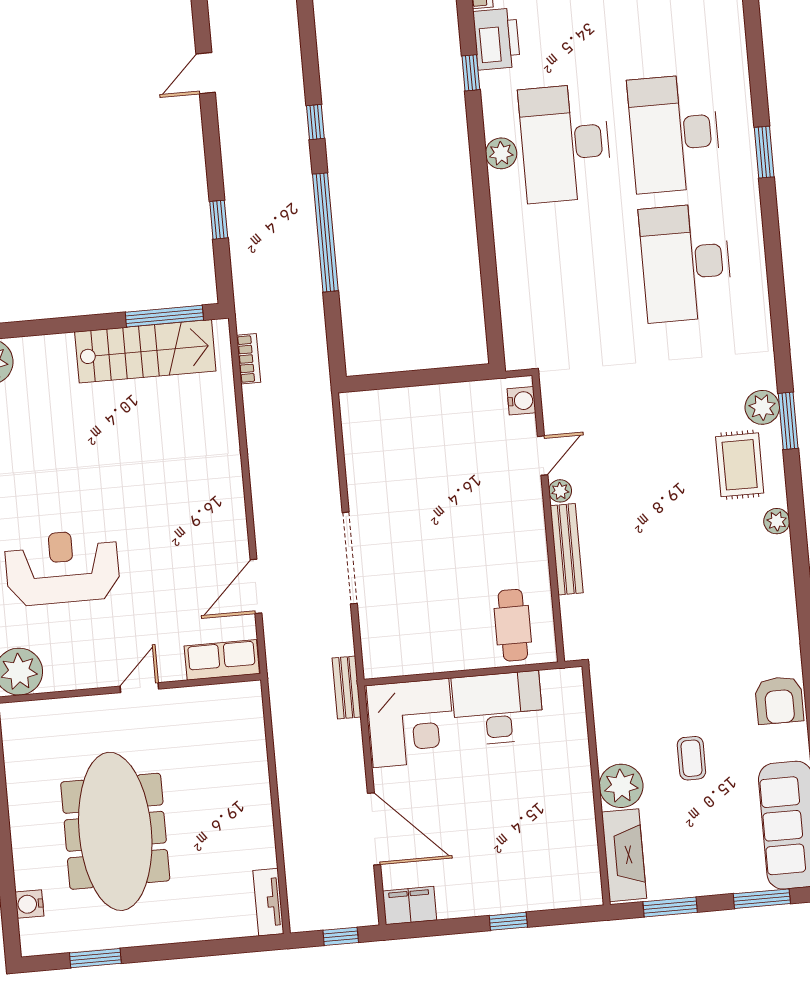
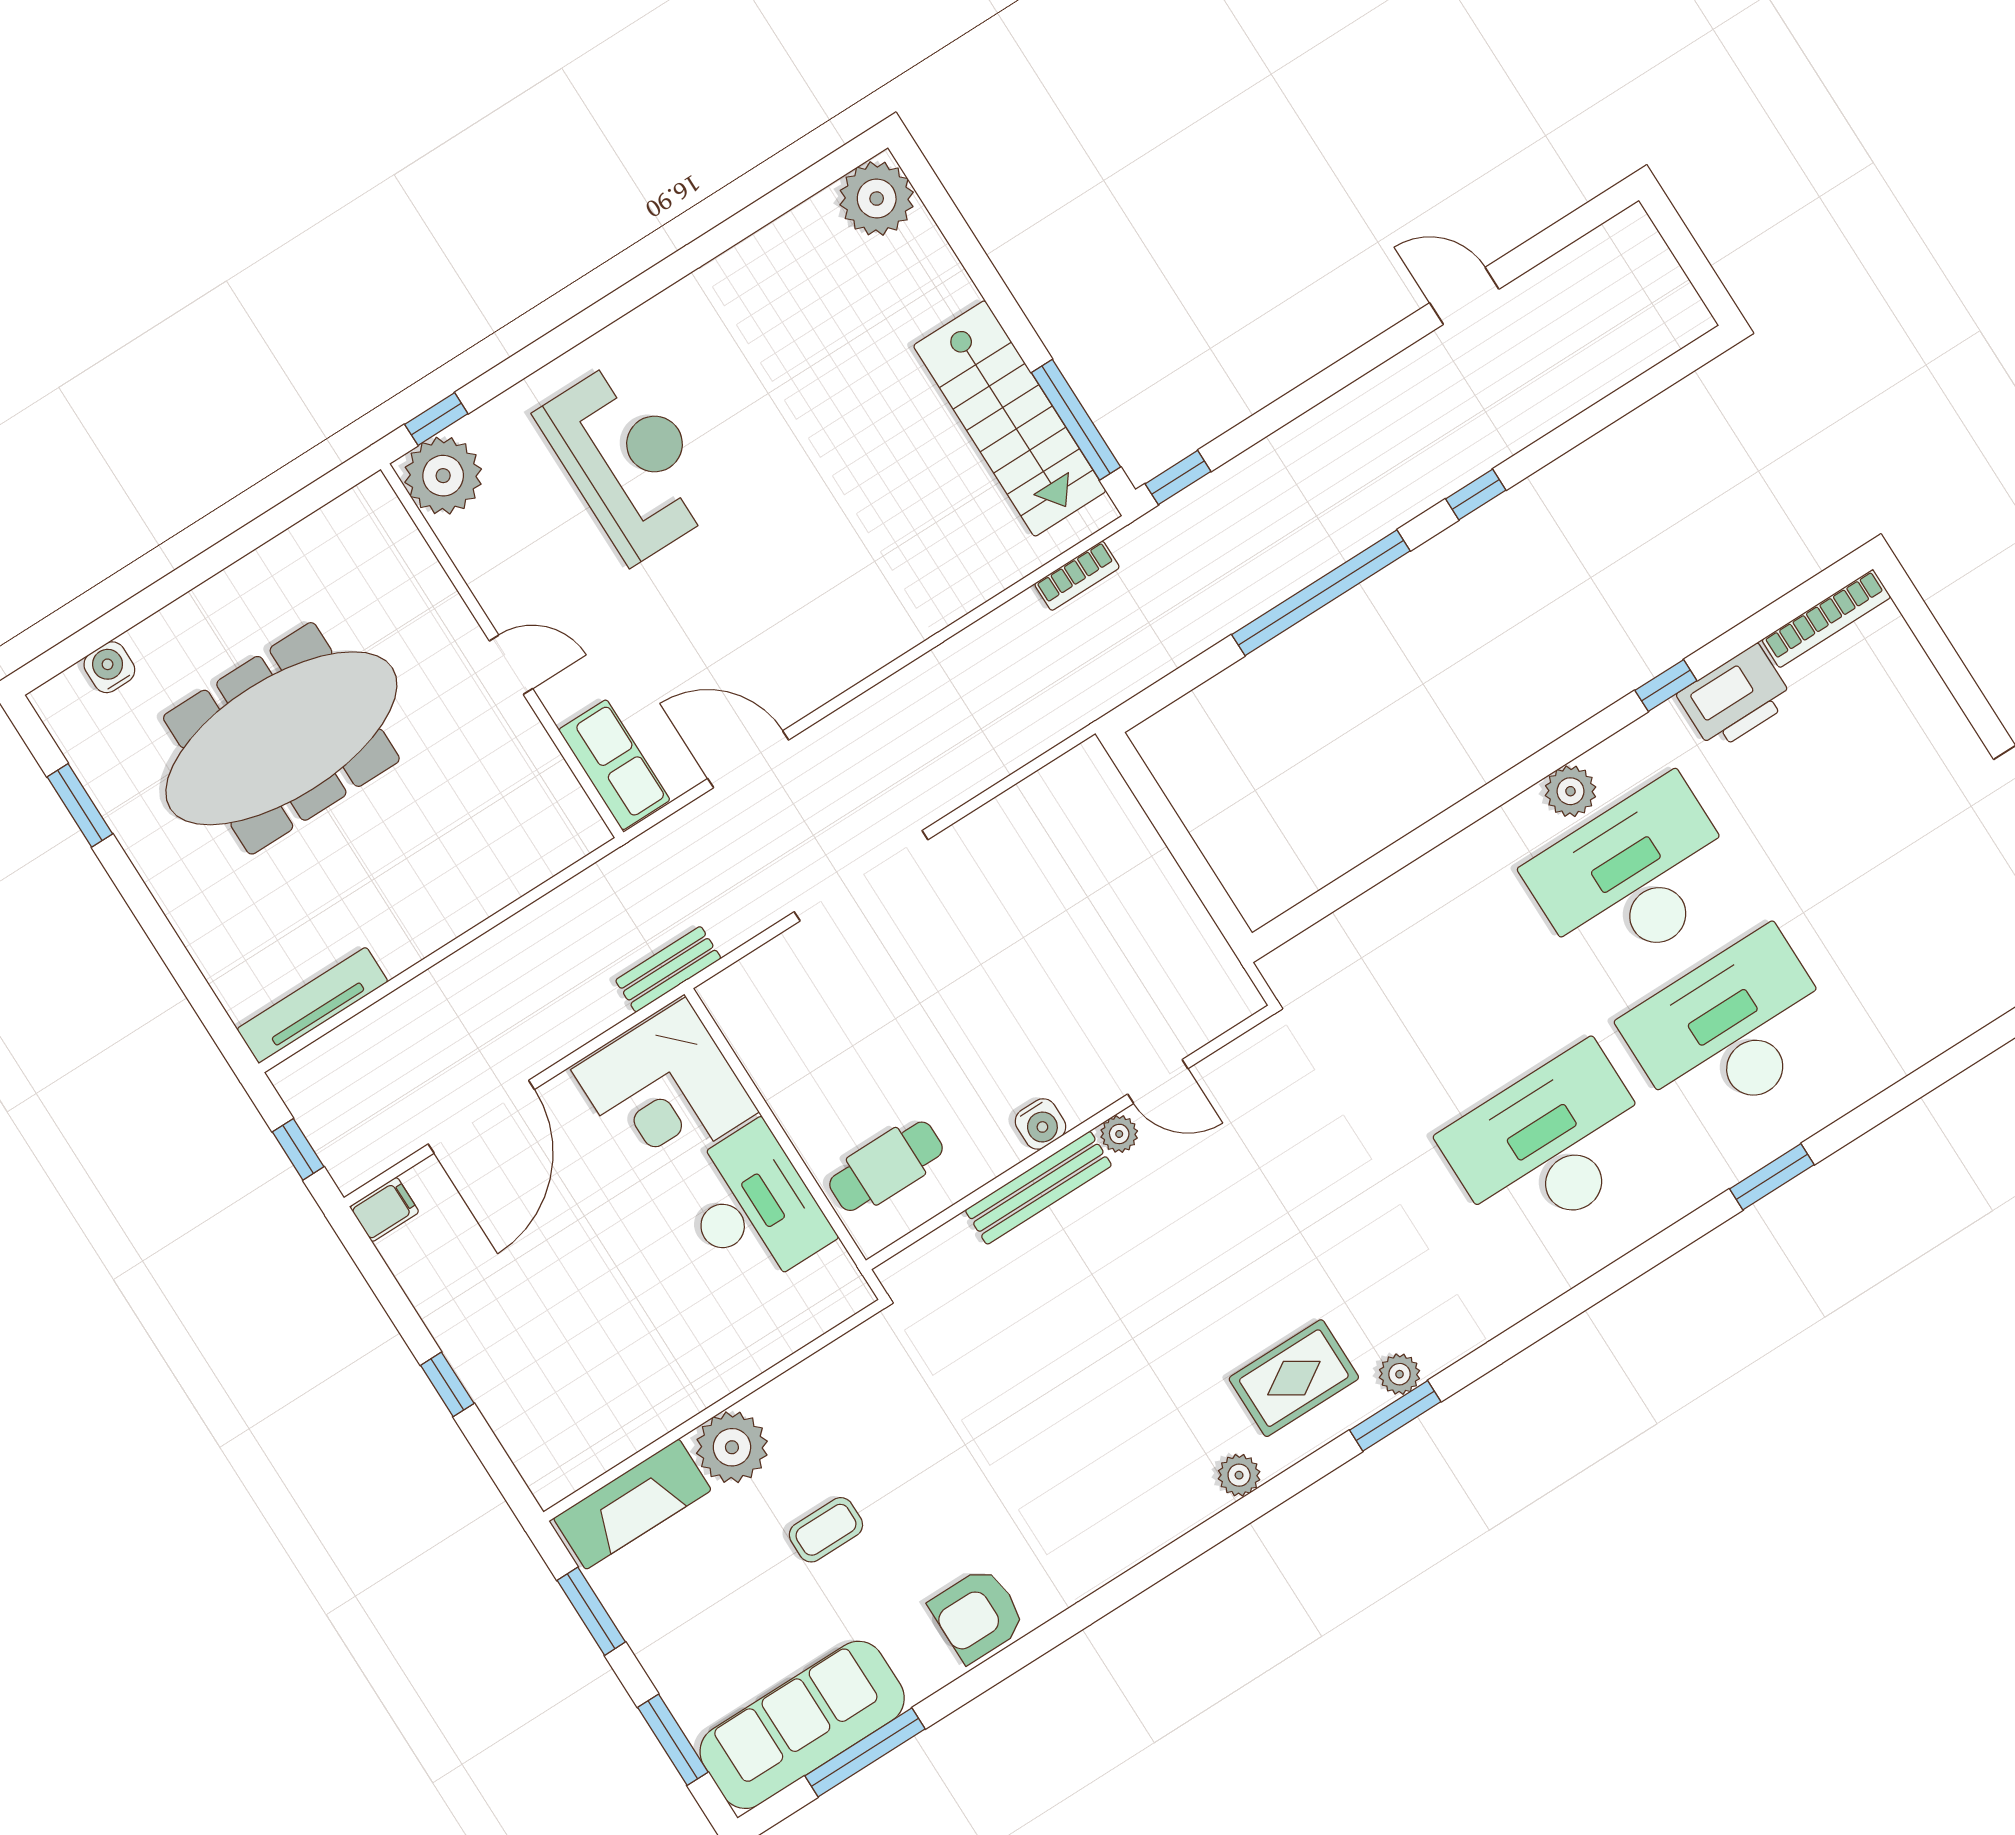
window: (219, 220) -> (1178, 478), moved
water cooler: (521, 401) -> (1041, 1124), moved
plant: (762, 407) -> (1399, 1374), width x0.73, depth x0.73
tv unit: (268, 902) -> (312, 1005), width x1.41
filing cabinet: (410, 905) -> (384, 1209), width x0.50

